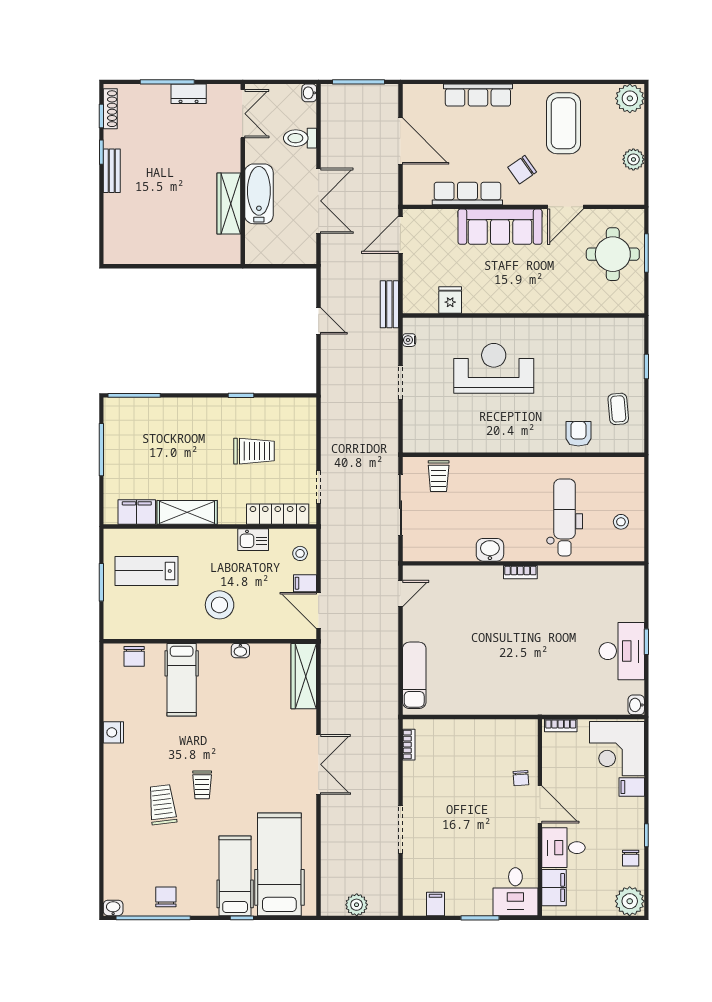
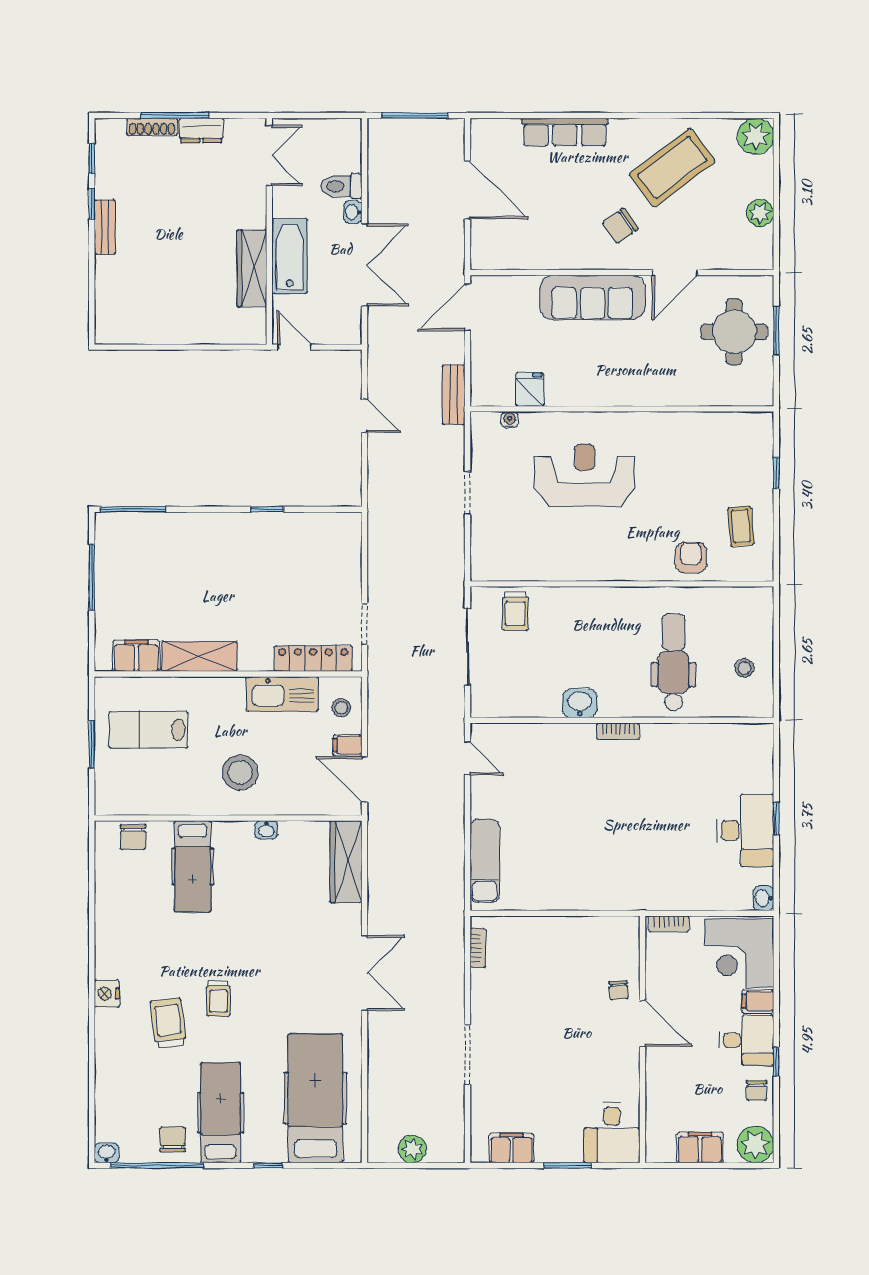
washbasin: (309, 93) -> (353, 212), moved
shoe rack: (110, 109) -> (152, 127), moved, turned 90
coffee table: (564, 123) -> (672, 168), turned 53
row of seats: (467, 193) -> (552, 256), removed
door: (263, 266) -> (294, 347), added
water cooler: (409, 340) -> (510, 420), moved, turned 90
trolley: (254, 451) -> (283, 579), removed
kitchen sink: (253, 540) -> (282, 694), width x1.88, depth x1.24
door: (400, 594) -> (467, 758), hinge flipped
nightstand: (113, 732) -> (107, 993), moved
desk: (563, 848) -> (747, 1040), moved, turned 180
hospital bed: (235, 876) -> (220, 1113), moved
filing cabinet: (554, 888) -> (700, 1148), moved, turned -90
filing cabinet: (436, 904) -> (511, 1148), width x2.00

